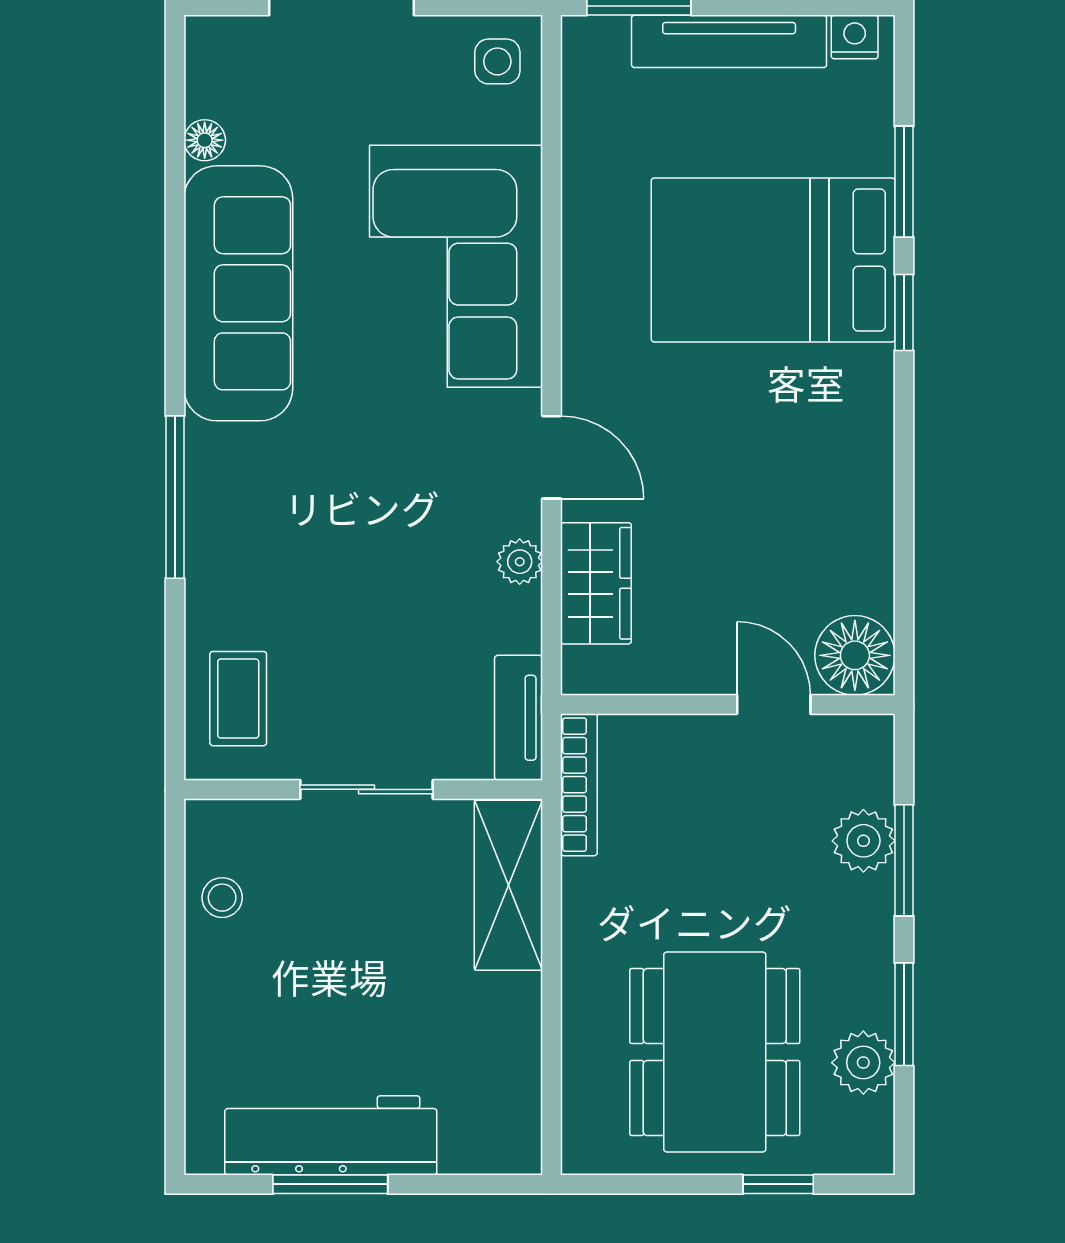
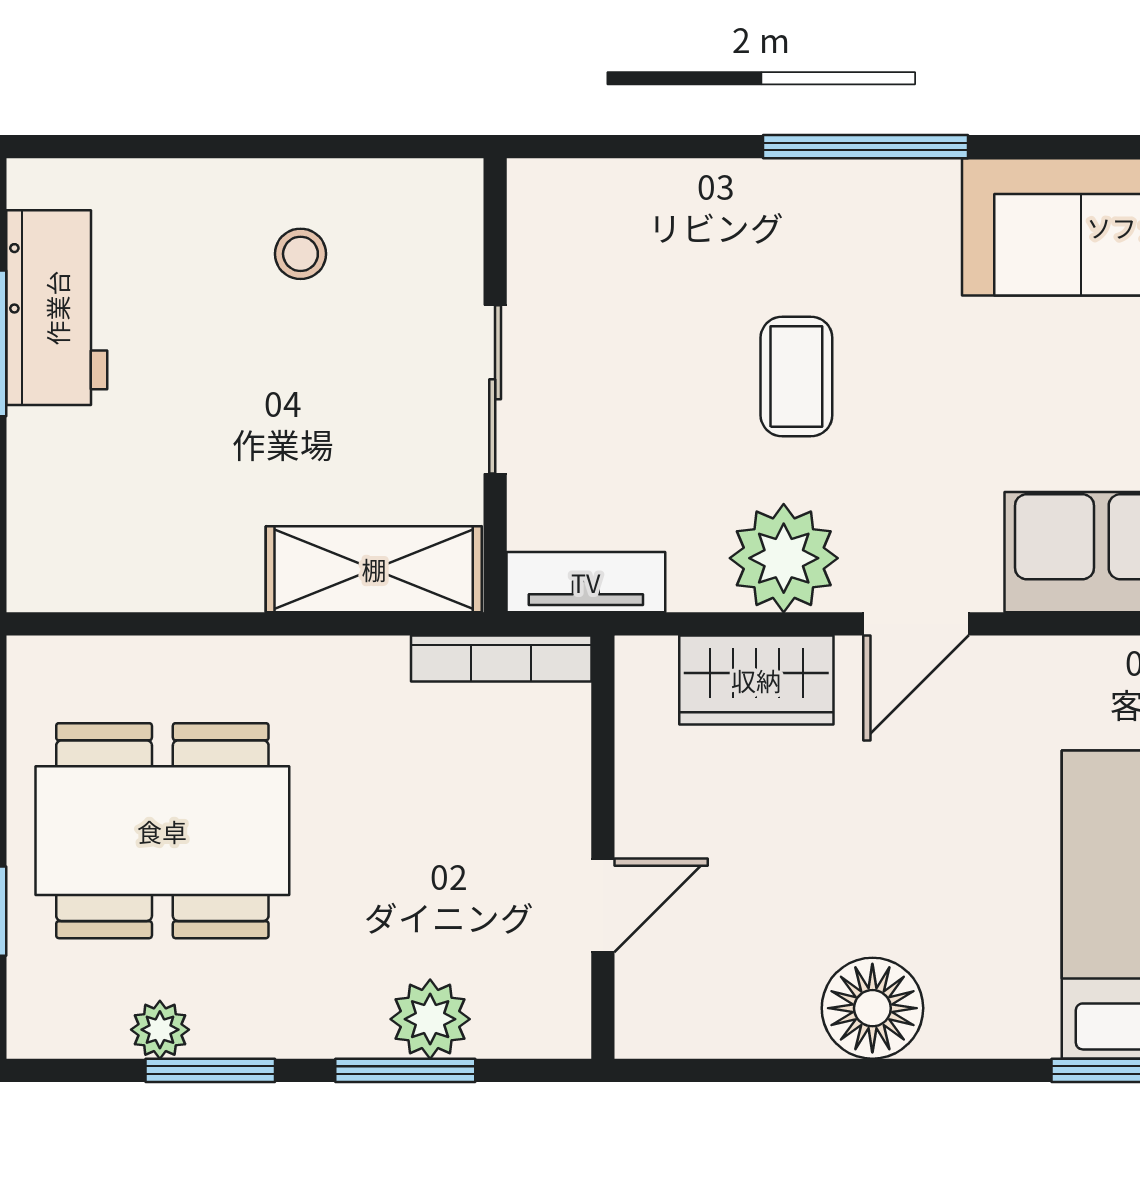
plant: (520, 562) -> (784, 558), width x1.87, depth x1.87
floor lamp: (855, 655) -> (872, 1008), moved
coffee table: (238, 699) -> (796, 376), moved, turned 90
stool: (222, 898) -> (300, 254), moved
plant: (863, 1063) -> (160, 1030), width x0.73, depth x0.73
workbench: (331, 1135) -> (57, 308), width x0.73

